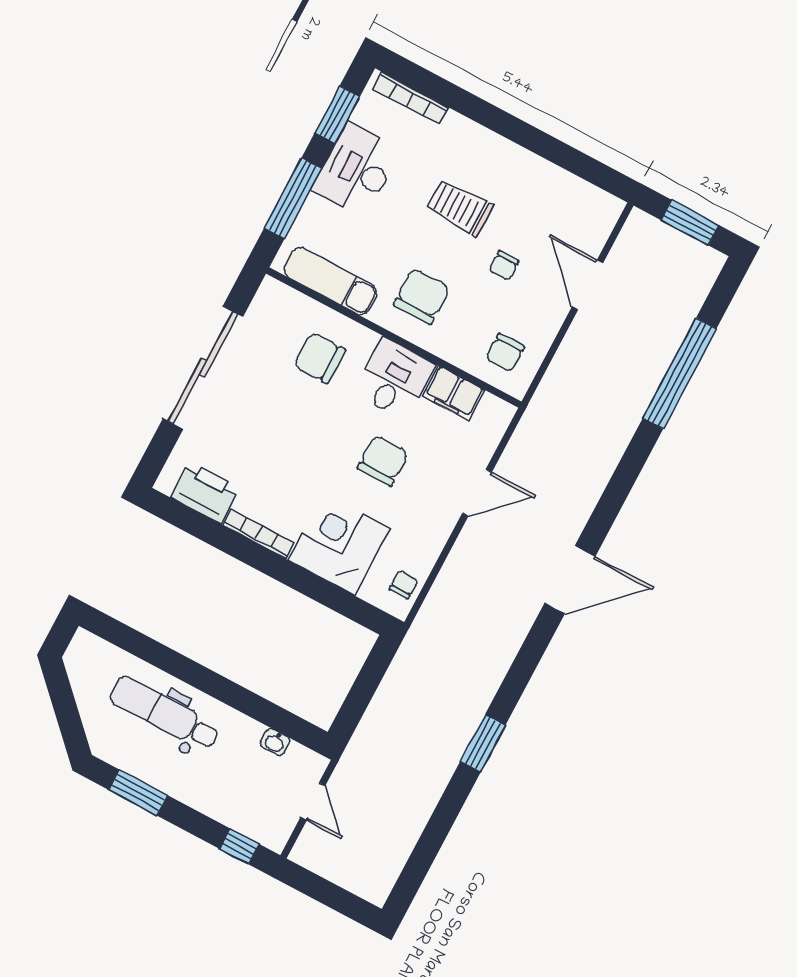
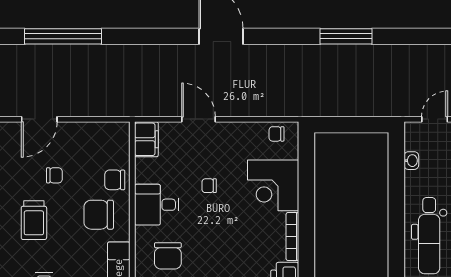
chair: (505, 353) -> (115, 180), moved, turned 180
filing cabinet: (453, 393) -> (146, 139), moved
chair: (383, 461) -> (209, 186), width x0.54, depth x0.54
window: (483, 743) -> (346, 36), width x1.44

